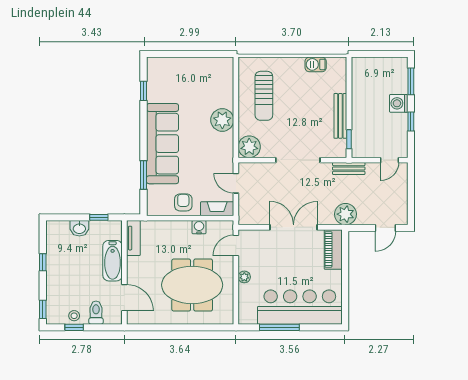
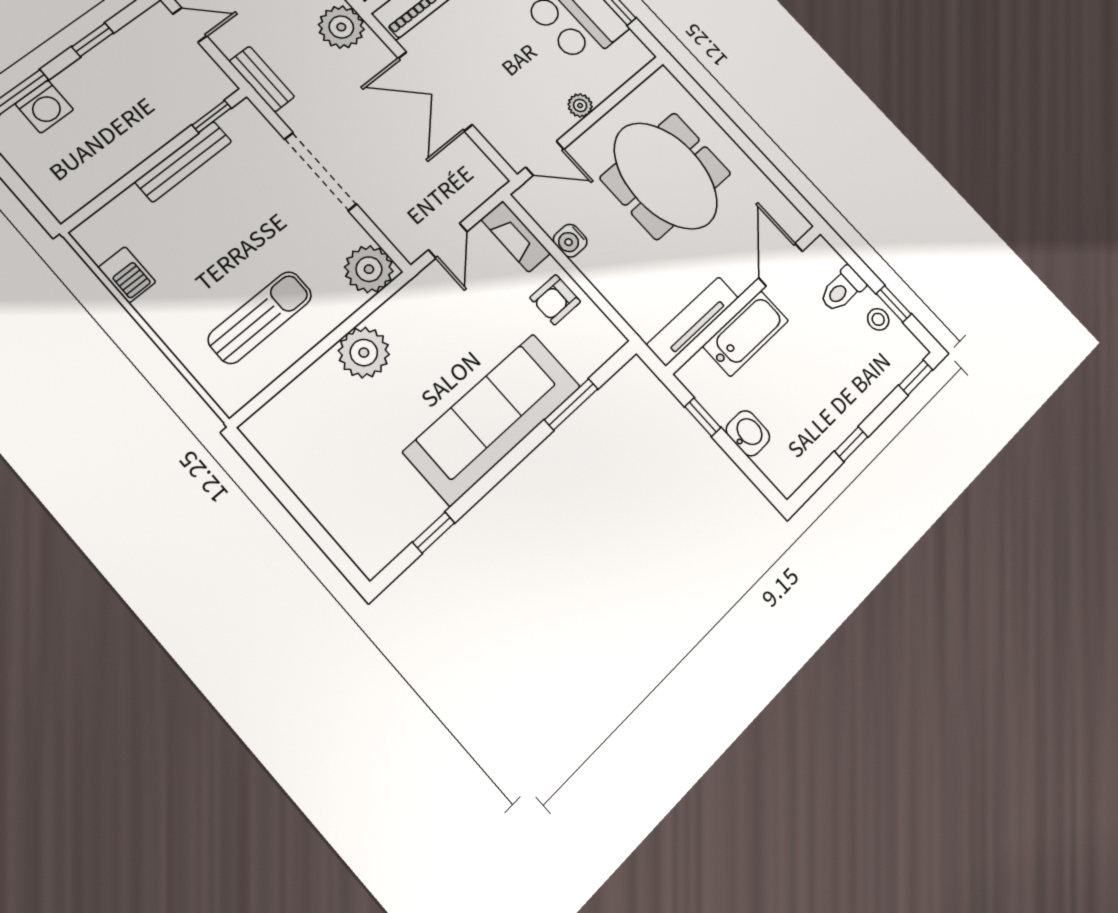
washing machine: (399, 103) -> (44, 107), moved
tv unit: (133, 238) -> (693, 321), width x1.41

